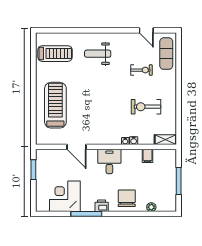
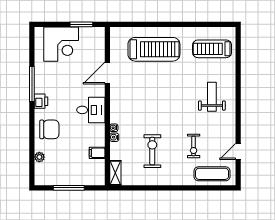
treadmill: (55, 54) -> (212, 49), turned 90
corner desk: (65, 196) -> (61, 44), moved, turned 90

